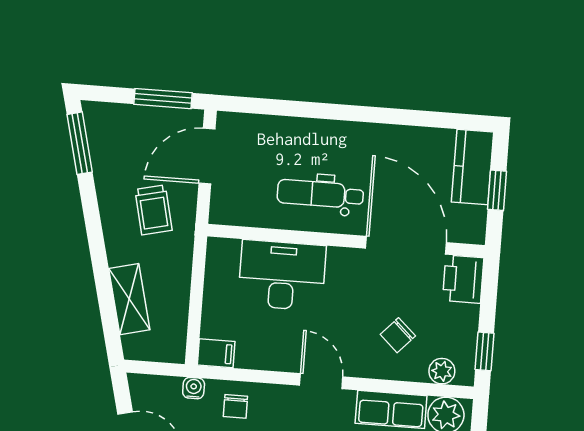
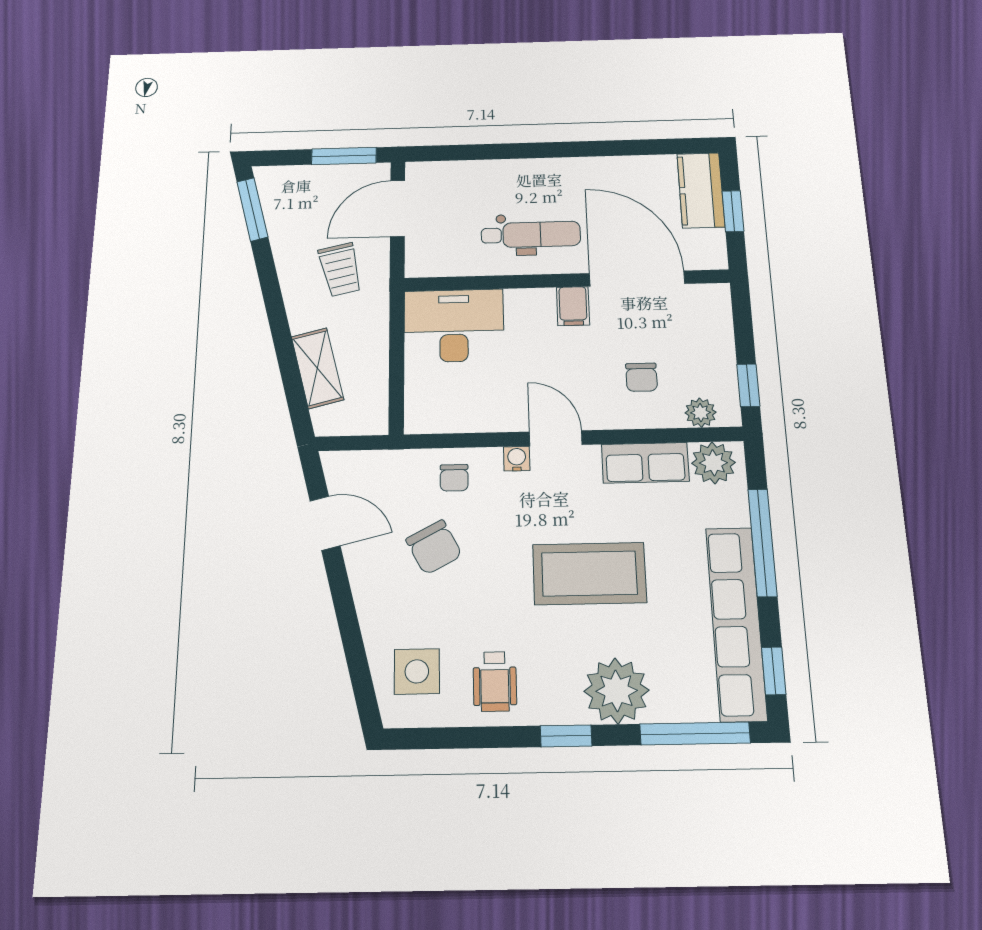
dental chair: (320, 194) -> (531, 235), turned 180
desk: (282, 275) -> (454, 326), moved
printer: (463, 279) -> (709, 308), removed
chair: (398, 335) -> (641, 377), turned -43
filing cabinet: (216, 353) -> (573, 306), moved, turned 90
water cooler: (194, 388) -> (517, 459), moved

